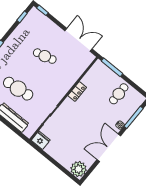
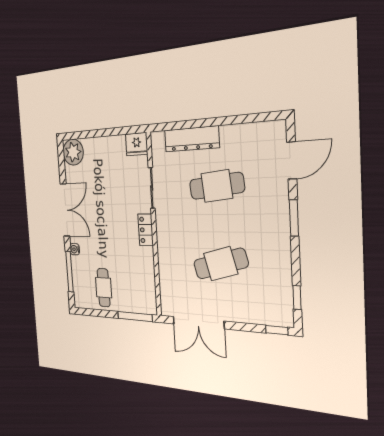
cafe table: (45, 56) -> (221, 264), width x1.37, depth x1.35
locker: (77, 92) -> (146, 230), moved

